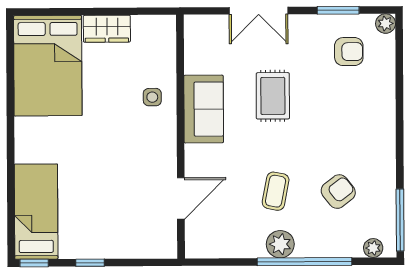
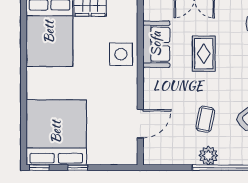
side table: (152, 97) -> (121, 54), width x1.87, depth x1.87
sofa: (204, 109) -> (156, 44), moved
bed: (36, 212) -> (56, 132), width x2.04

